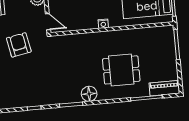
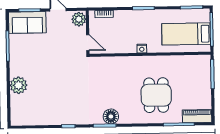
armchair: (19, 45) -> (58, 63), removed
dining table: (121, 70) -> (156, 95), turned 90
floor lamp: (89, 94) -> (111, 116), moved

